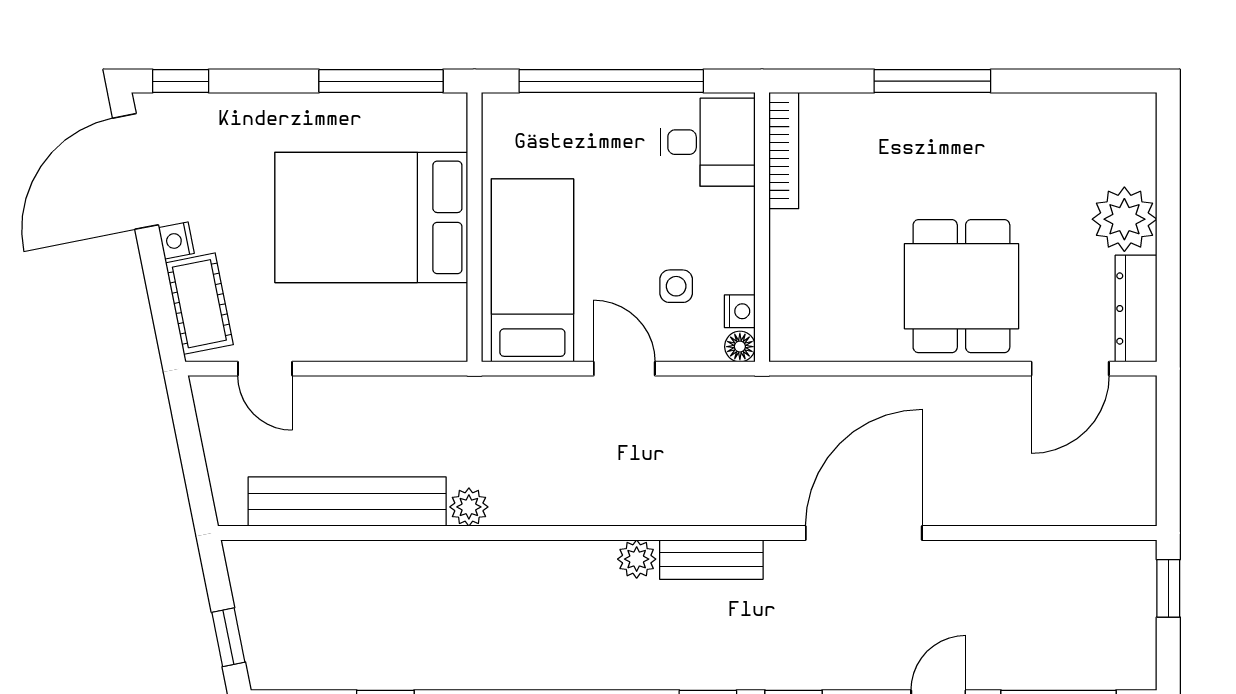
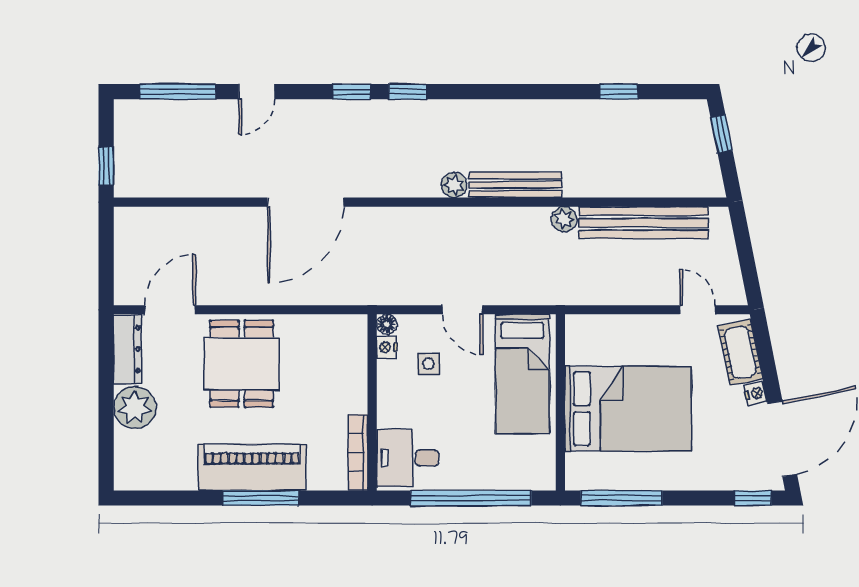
piano: (946, 128) -> (252, 467), added
bench: (711, 560) -> (515, 185), moved, width x1.36

